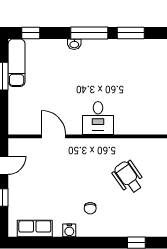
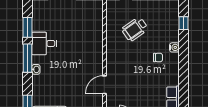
desk: (98, 118) -> (44, 43), moved, turned 180
water cooler: (69, 230) -> (174, 47), moved

